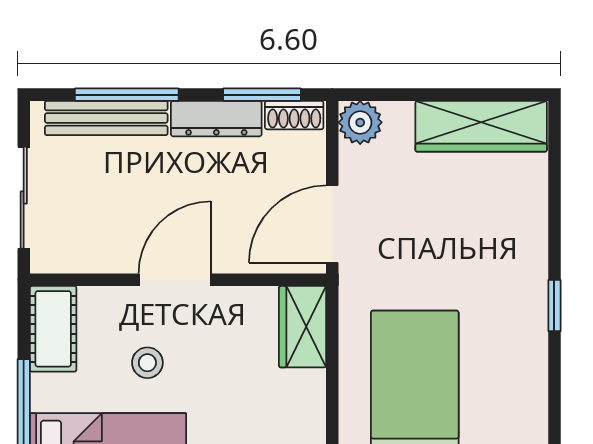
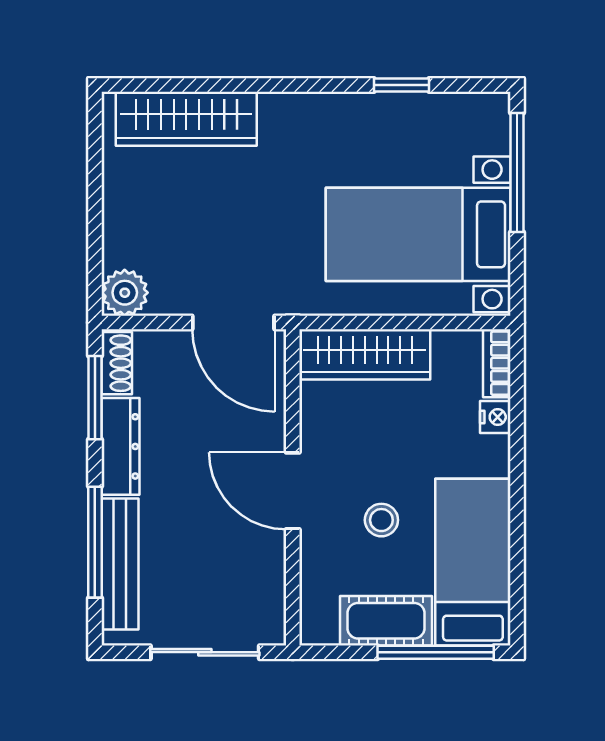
wardrobe: (481, 126) -> (186, 119), moved, turned 90
window: (554, 306) -> (401, 85), moved
wardrobe: (302, 327) -> (365, 354), width x1.50
cot: (53, 329) -> (386, 621), moved

